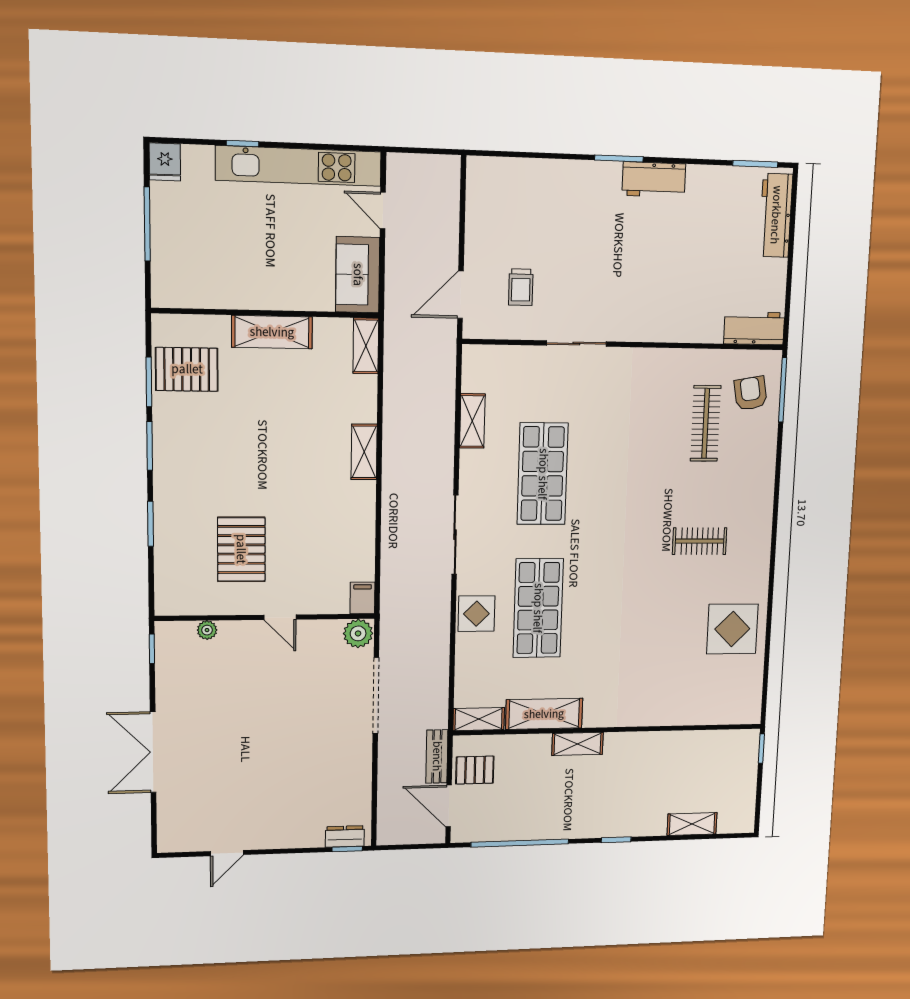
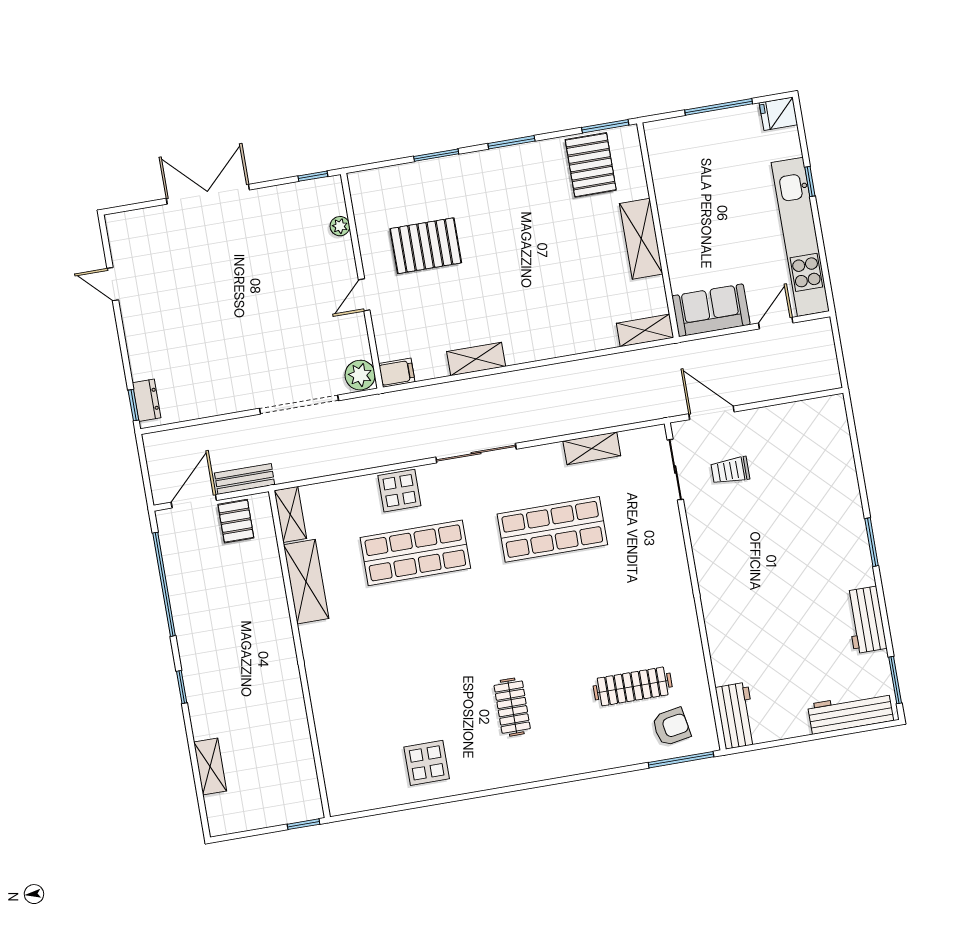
workbench: (654, 180) -> (866, 620), moved
sliding door: (576, 343) -> (675, 470), moved
window: (149, 382) -> (605, 126), moved
shelving: (364, 452) -> (476, 359), moved
display table: (732, 629) -> (427, 763), width x0.73, depth x0.73
shelving: (578, 744) -> (279, 624), removed

